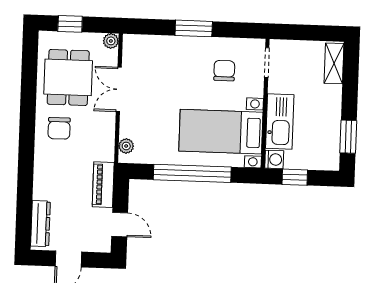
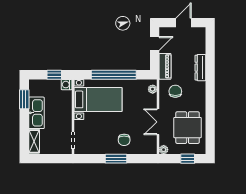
chair: (224, 71) -> (124, 140), moved
double door: (119, 89) -> (158, 122), swing flipped
kitchen sink: (280, 122) -> (36, 113), moved, turned 180
chair: (59, 128) -> (175, 91), moved
dresser: (40, 224) -> (200, 68), moved
door: (120, 225) -> (155, 44), swing flipped

